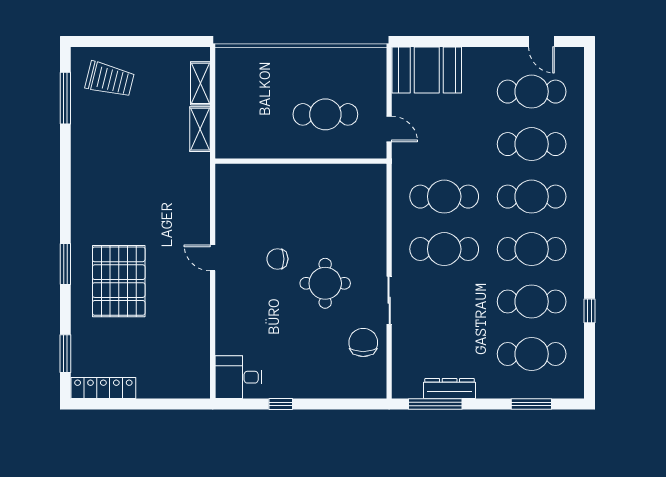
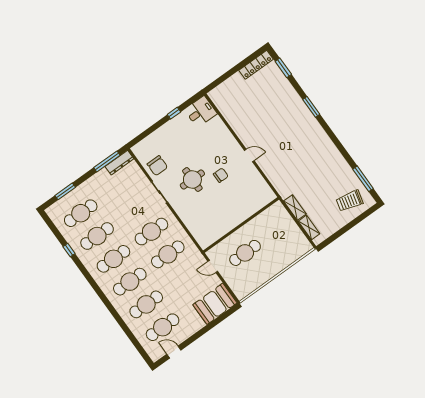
pallet: (119, 281) -> (283, 116), removed
dresser: (450, 389) -> (119, 163), moved

